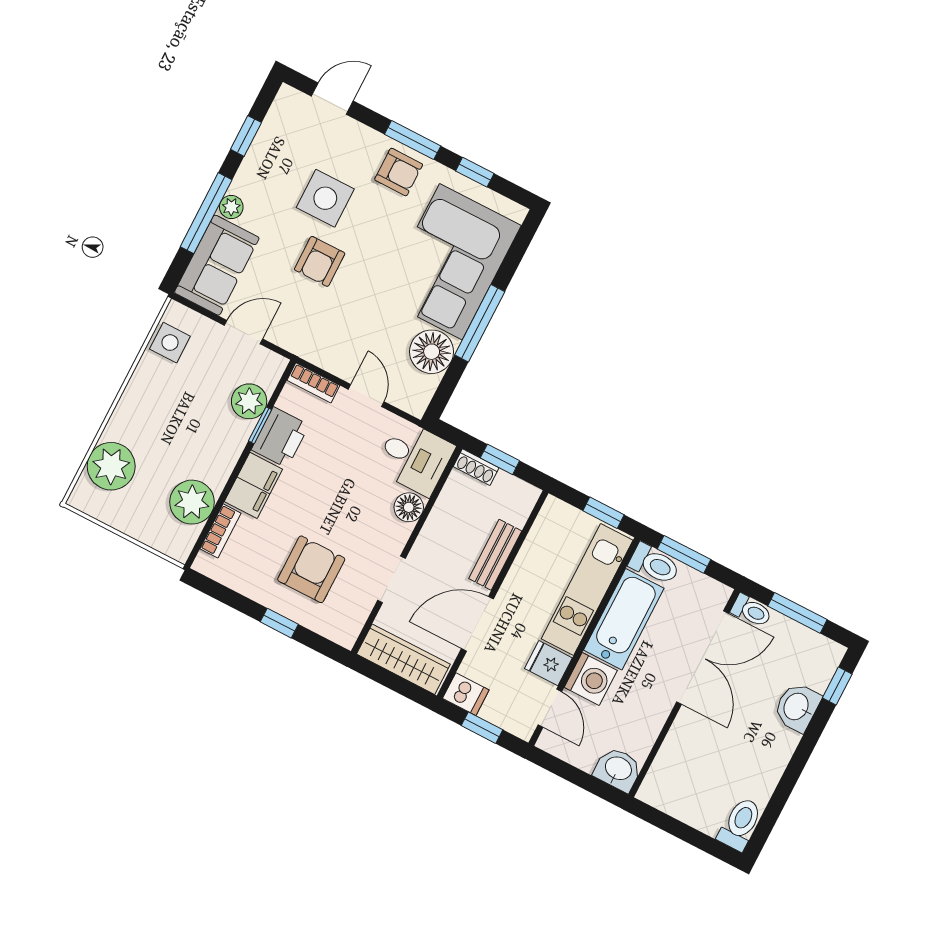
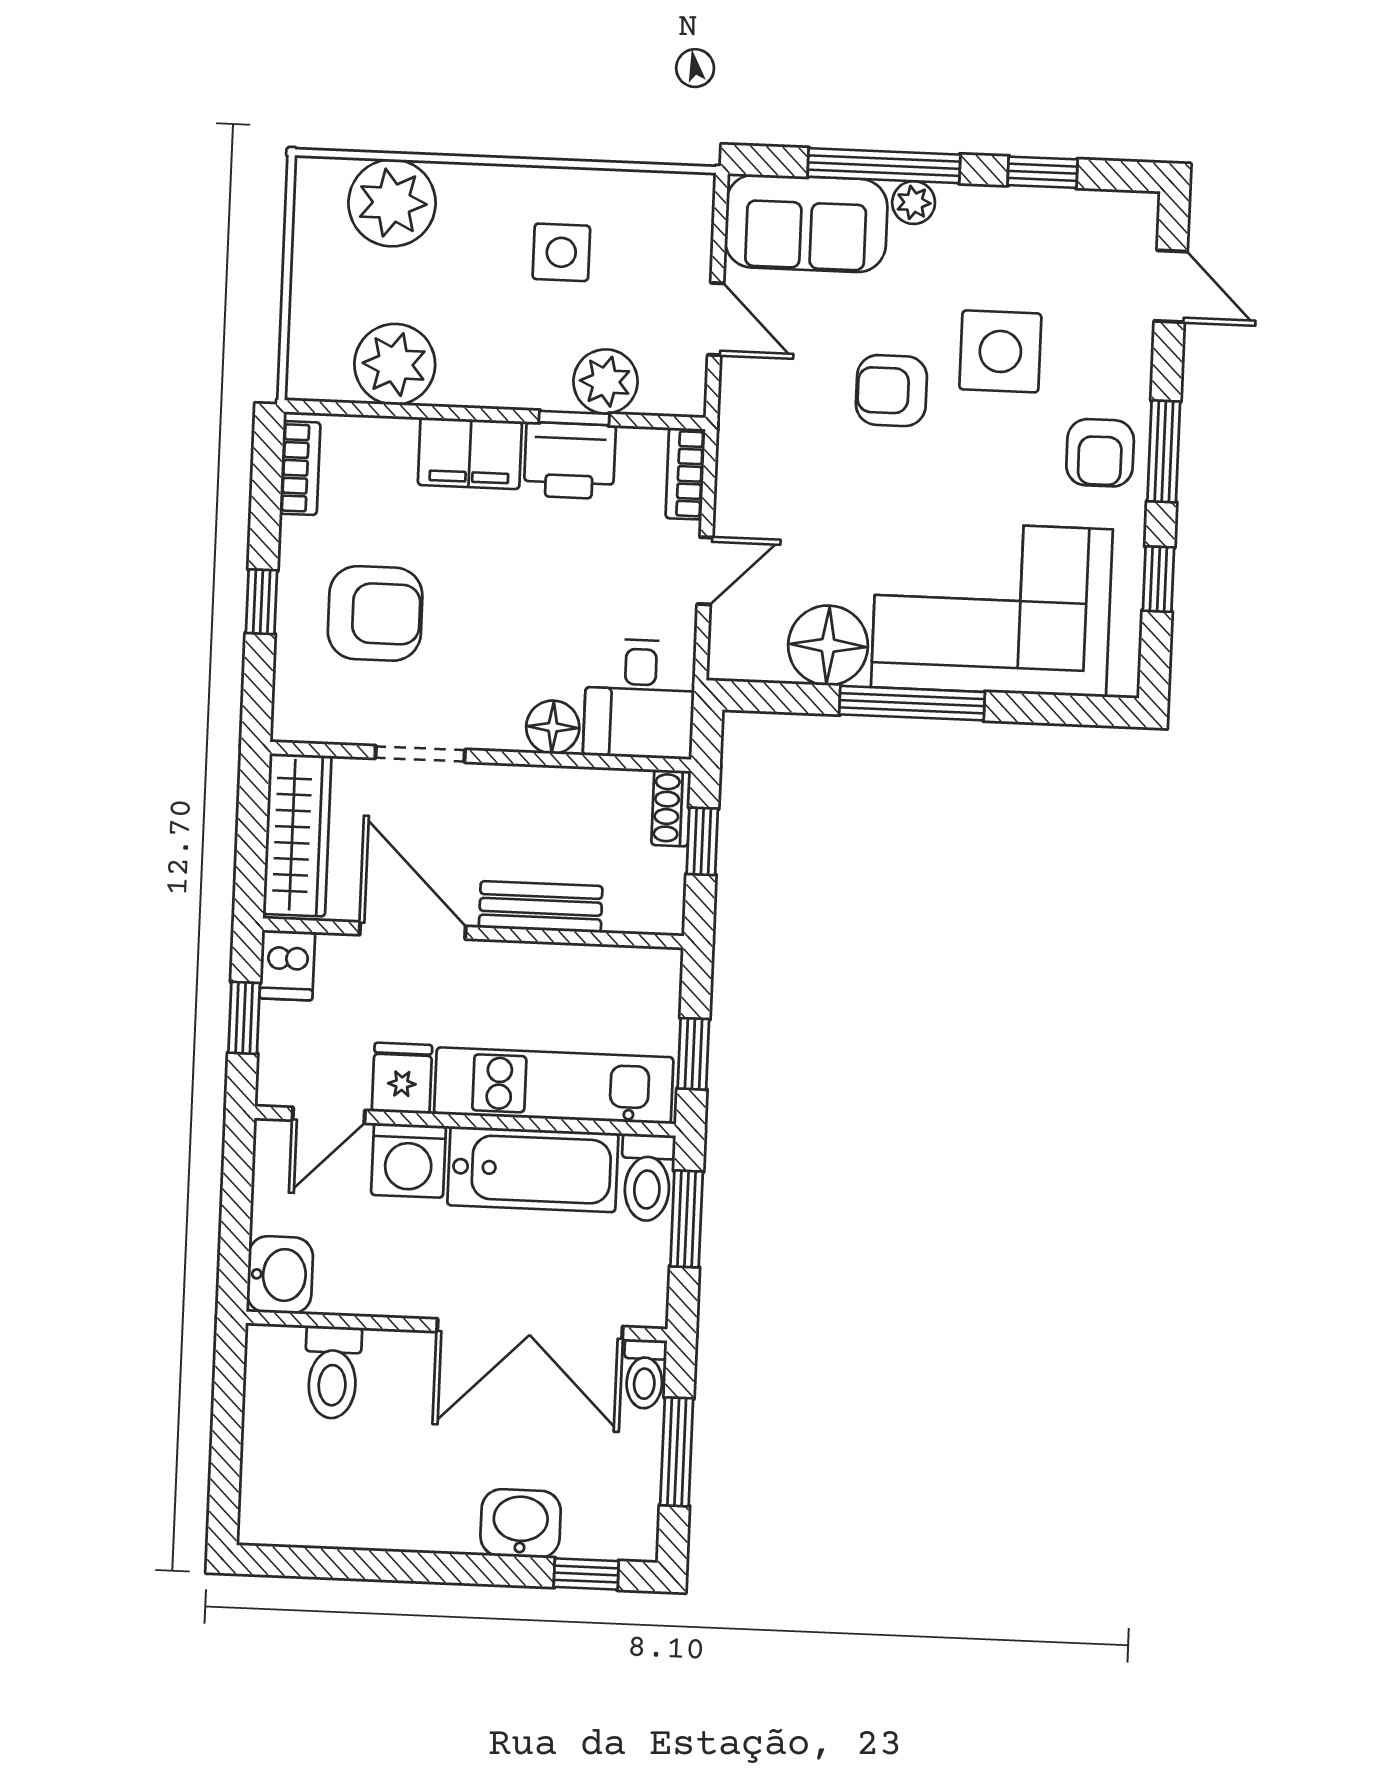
side table: (170, 343) -> (561, 252), moved
bookcase: (220, 531) -> (300, 468), moved, turned -90
toilet: (740, 824) -> (333, 1372), moved, turned 90

